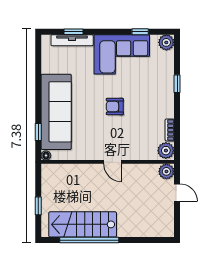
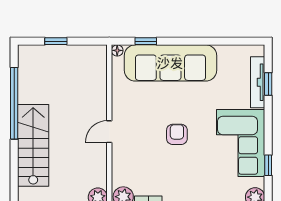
stairs: (83, 224) -> (33, 145), moved

